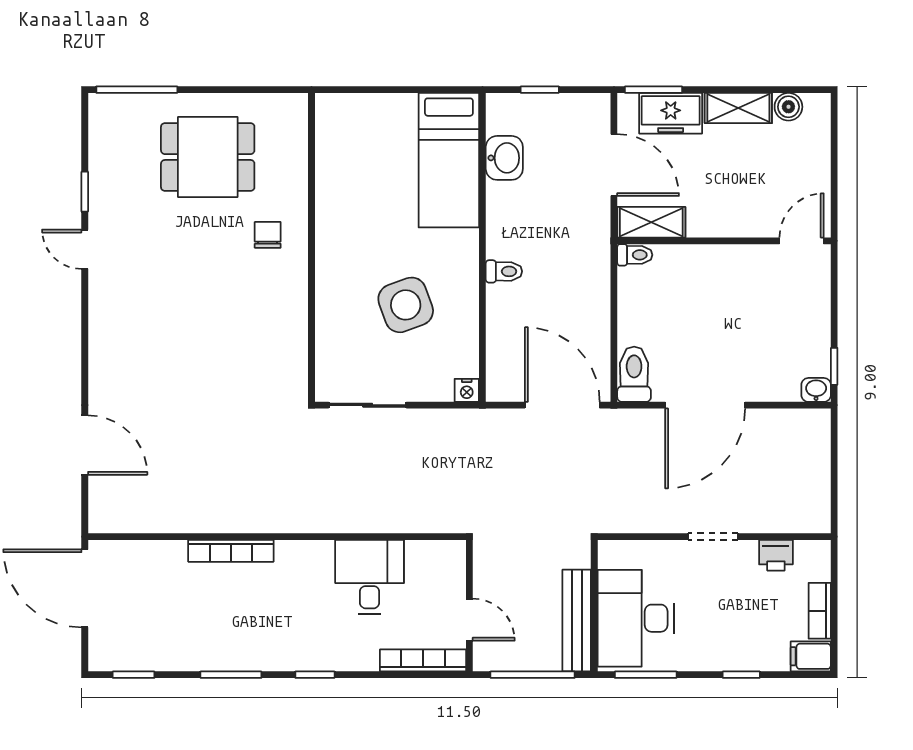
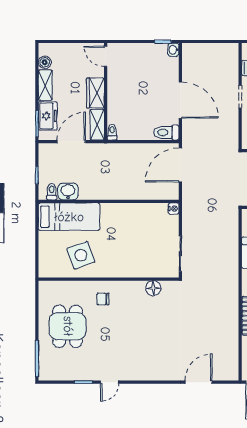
wardrobe: (721, 218) -> (95, 93), added
toilet: (504, 271) -> (52, 192), moved
side table: (406, 305) -> (81, 255), moved
floor lamp: (291, 346) -> (153, 288), added

